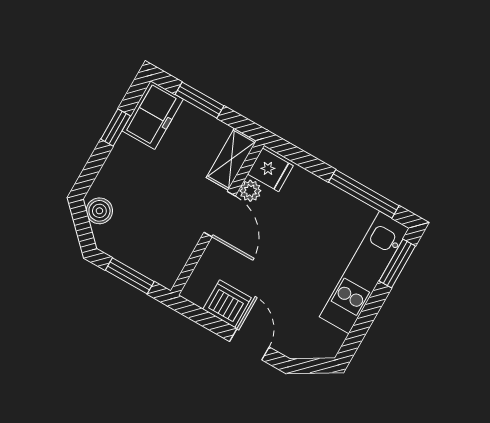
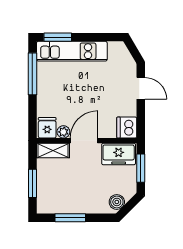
freezer: (153, 115) -> (119, 154), moved, turned 180
window: (116, 128) -> (70, 218), width x1.50
dishwasher: (227, 304) -> (127, 128), moved
door: (249, 344) -> (141, 88), swing flipped

